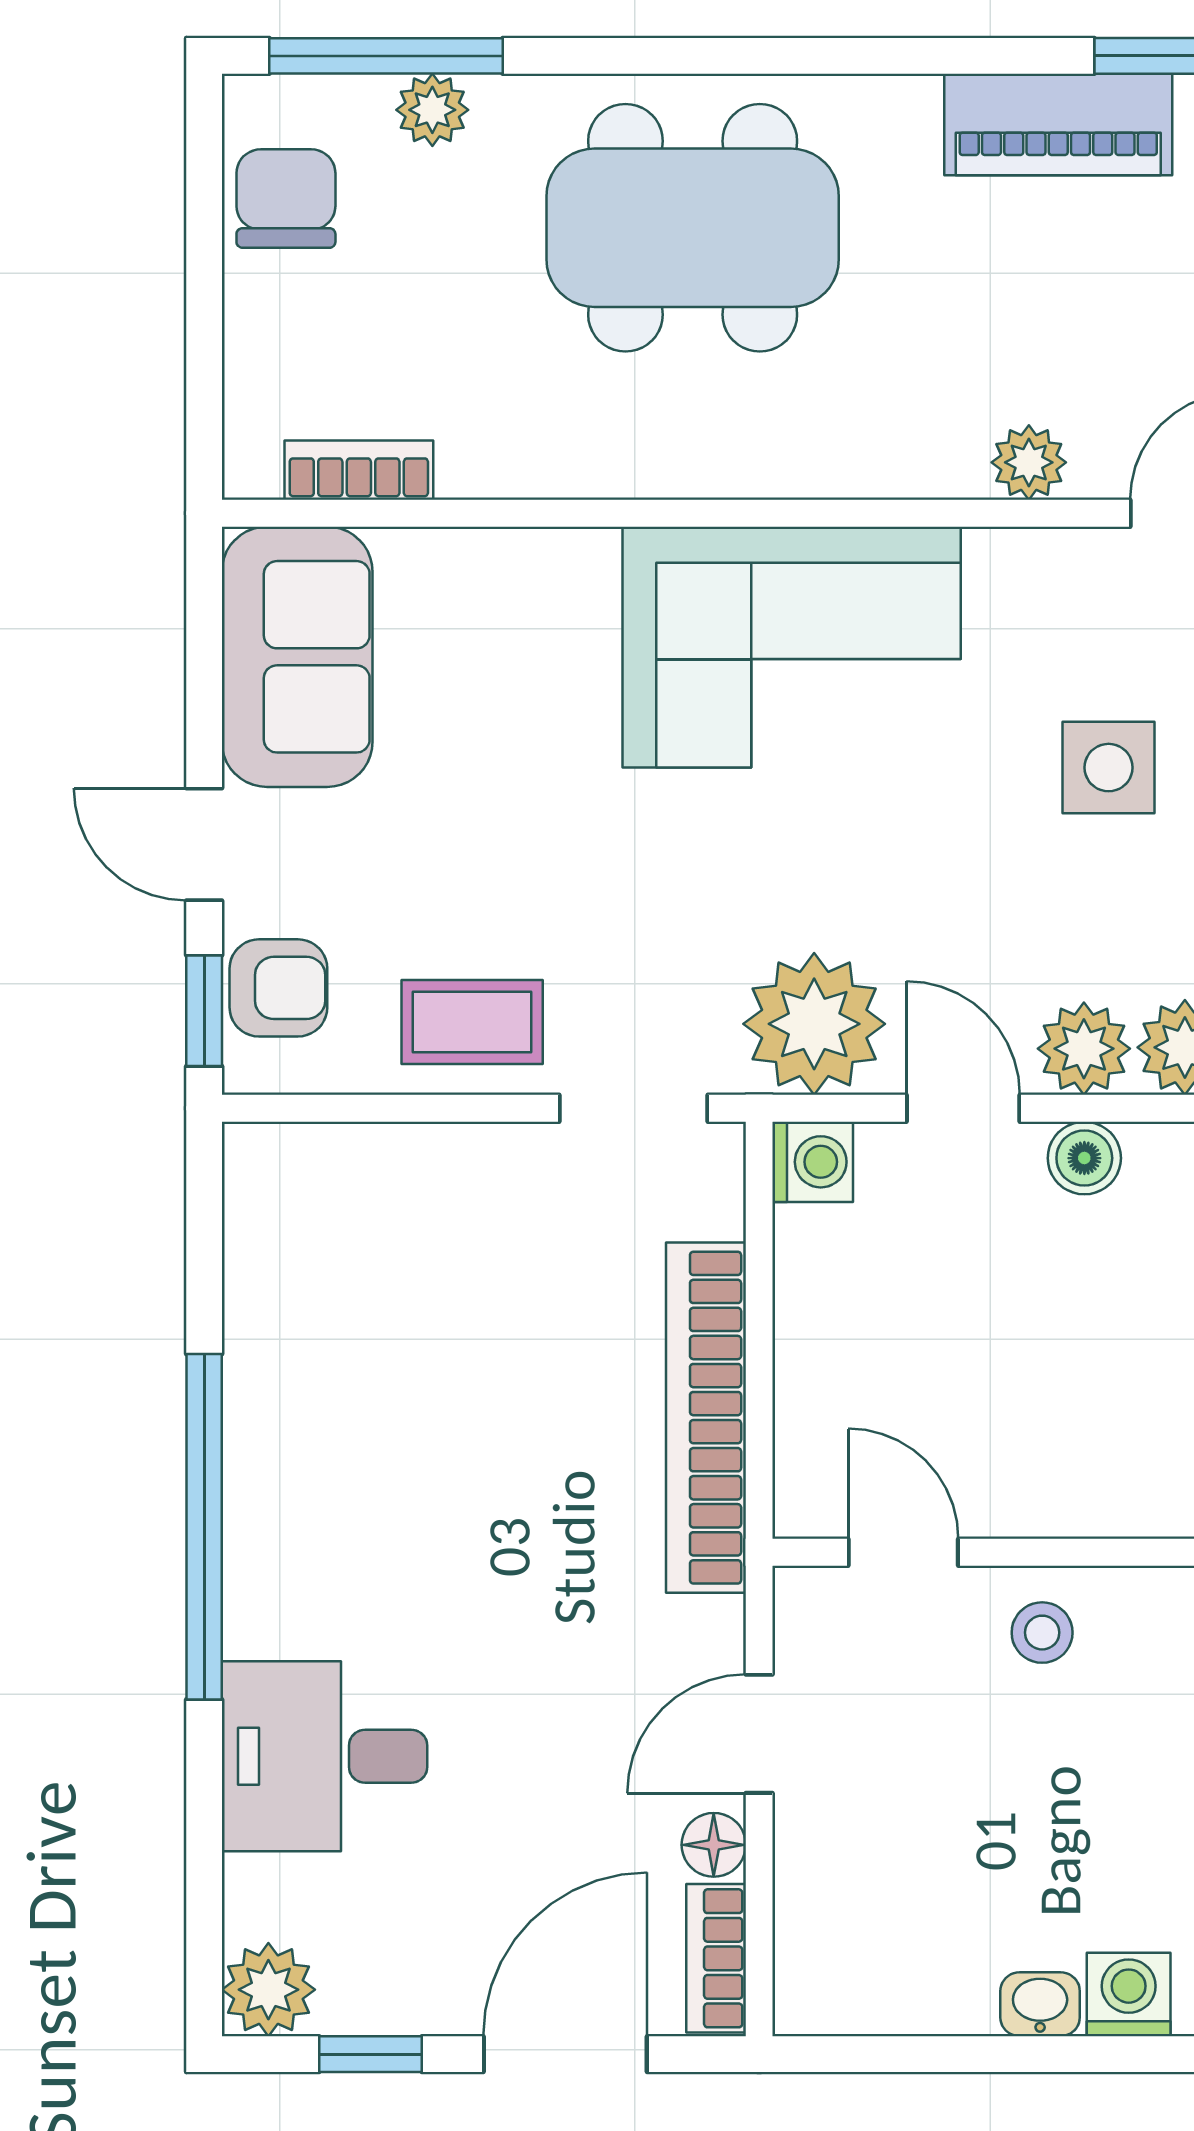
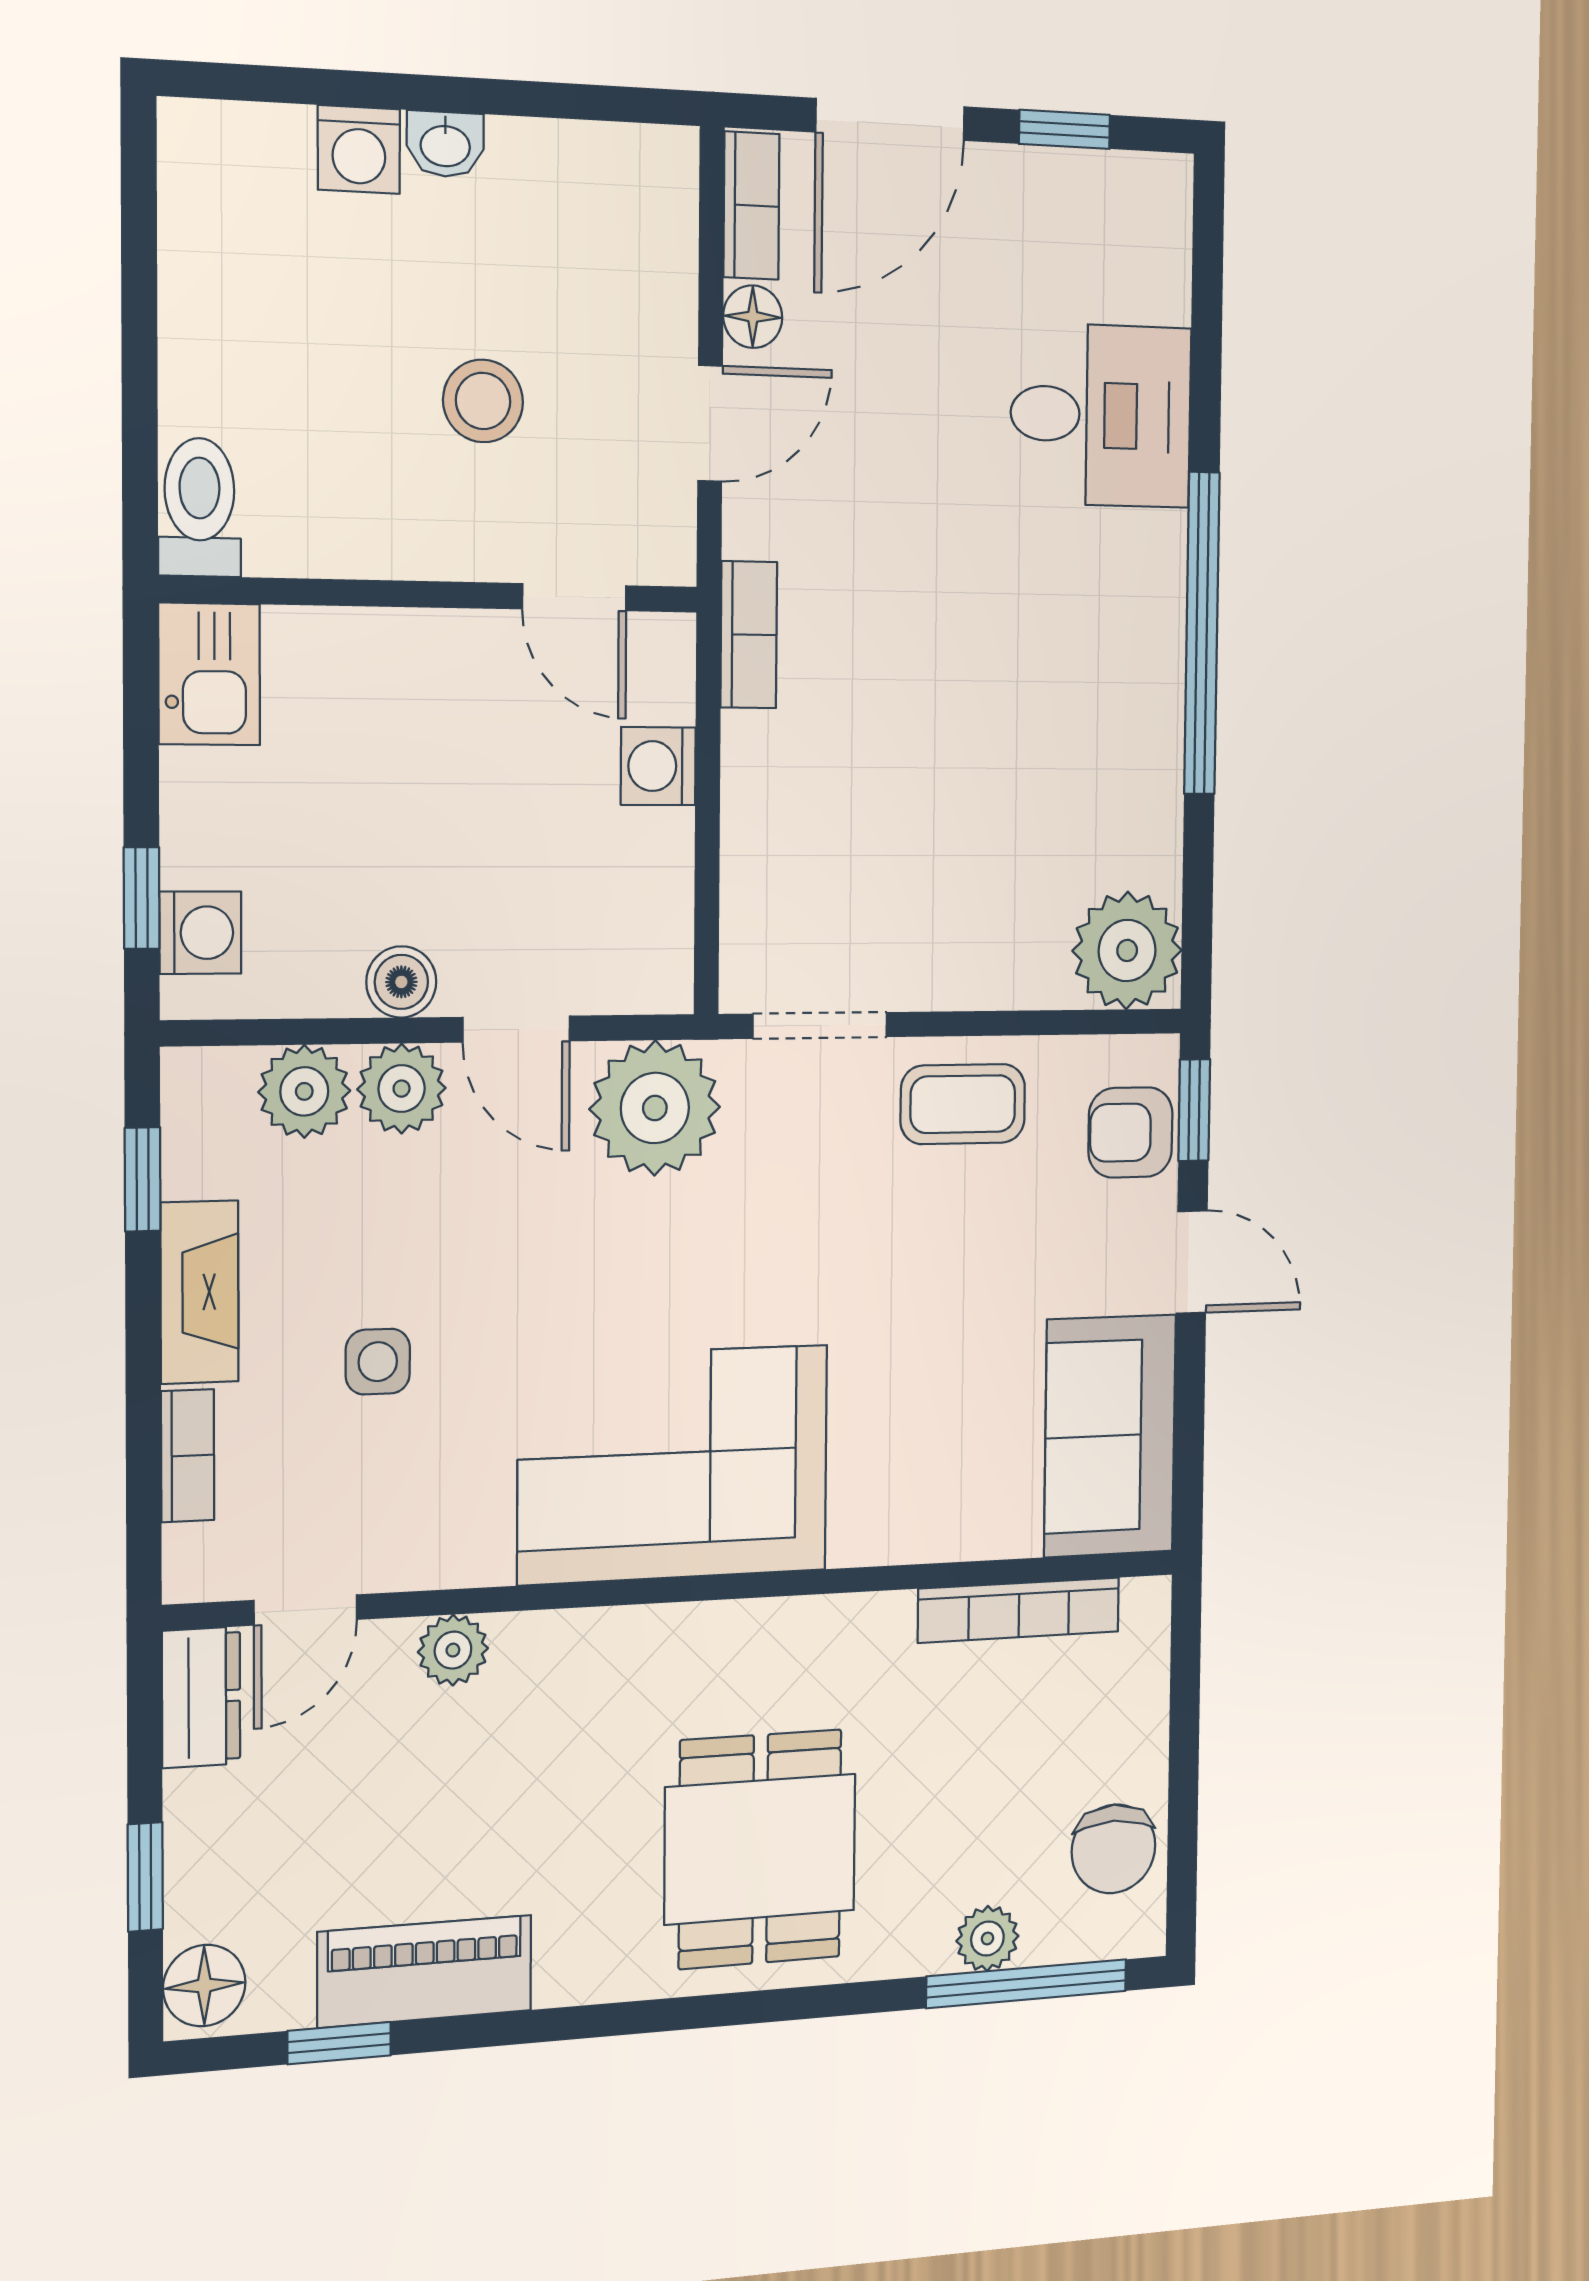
dining table: (693, 228) -> (760, 1849), width x0.73
bookcase: (359, 470) -> (1019, 1610), width x1.56
side table: (1109, 768) -> (378, 1362), width x0.73, depth x0.73
washing machine: (813, 1162) -> (658, 766), moved
bookcase: (706, 1418) -> (749, 635), width x0.43, depth x0.76
stool: (1042, 1633) -> (483, 401), moved, width x1.37, depth x1.37
plant: (268, 1990) -> (1127, 950), moved, width x1.36, depth x1.36

